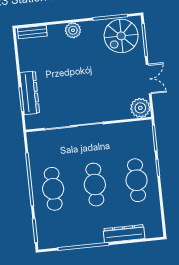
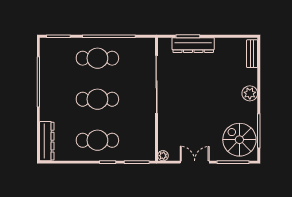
double door: (149, 79) -> (195, 162), swing flipped
plant: (140, 108) -> (163, 156), width x0.53, depth x0.53
dresser: (124, 234) -> (47, 141), moved

